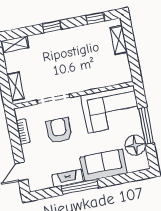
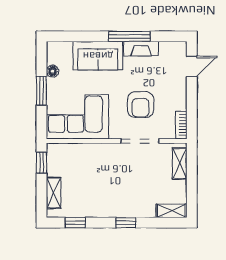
window: (134, 64) -> (42, 163), added
window: (146, 126) -> (42, 91), width x0.69
bookcase: (23, 132) -> (181, 125), moved
floor lamp: (135, 145) -> (53, 71), width x0.53, depth x0.53

